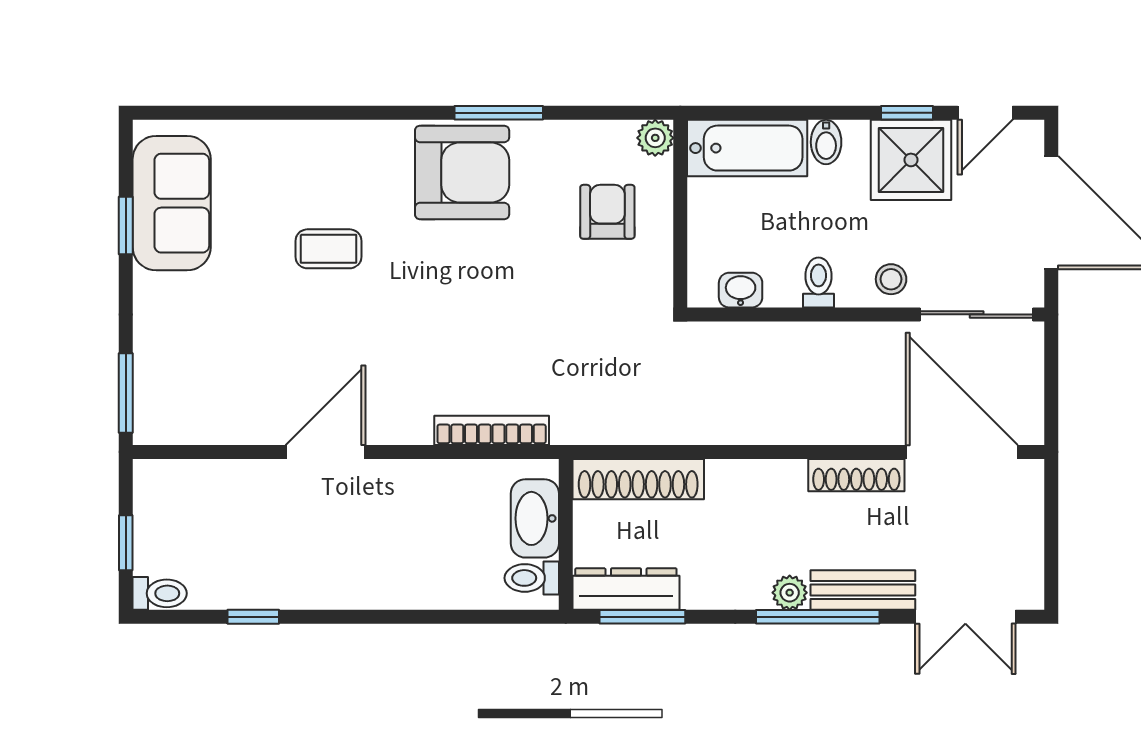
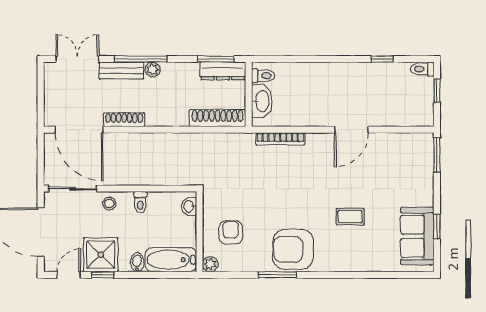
armchair: (607, 212) -> (231, 232), turned 180
washbasin: (741, 290) -> (189, 206), moved, turned 90

